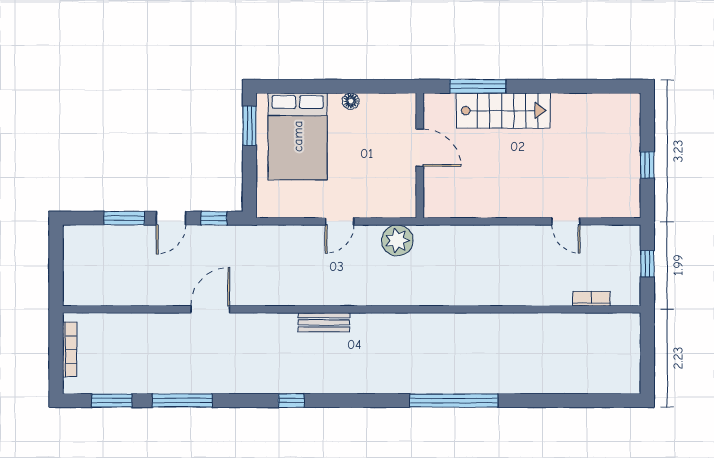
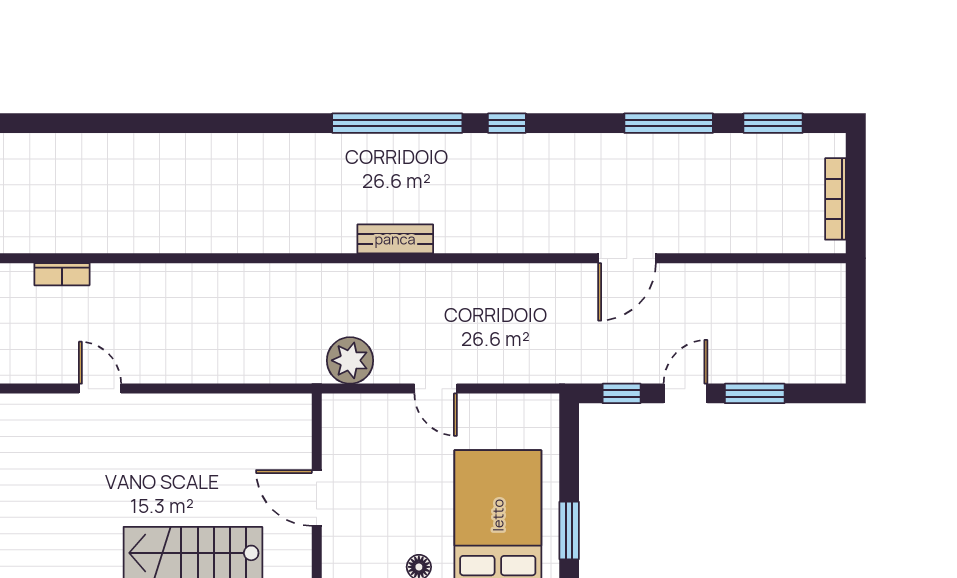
door: (340, 221) -> (436, 389), swing flipped
bench: (324, 322) -> (395, 239), moved
window: (454, 401) -> (397, 123), moved

